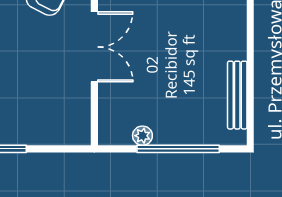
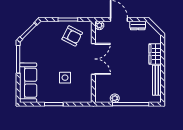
wardrobe: (233, 36) -> (155, 54), added
side table: (30, 89) -> (65, 78), added

